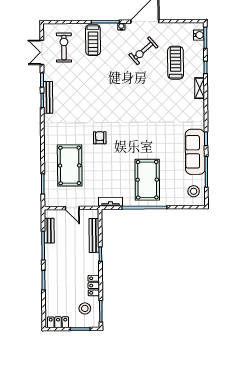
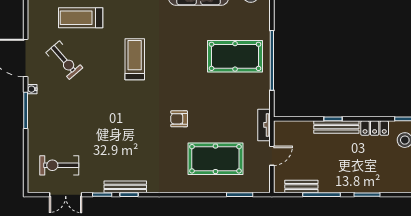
treadmill: (93, 40) -> (135, 59), moved, turned -90
tv unit: (111, 202) -> (264, 125), moved
bench: (94, 235) -> (336, 127), moved

